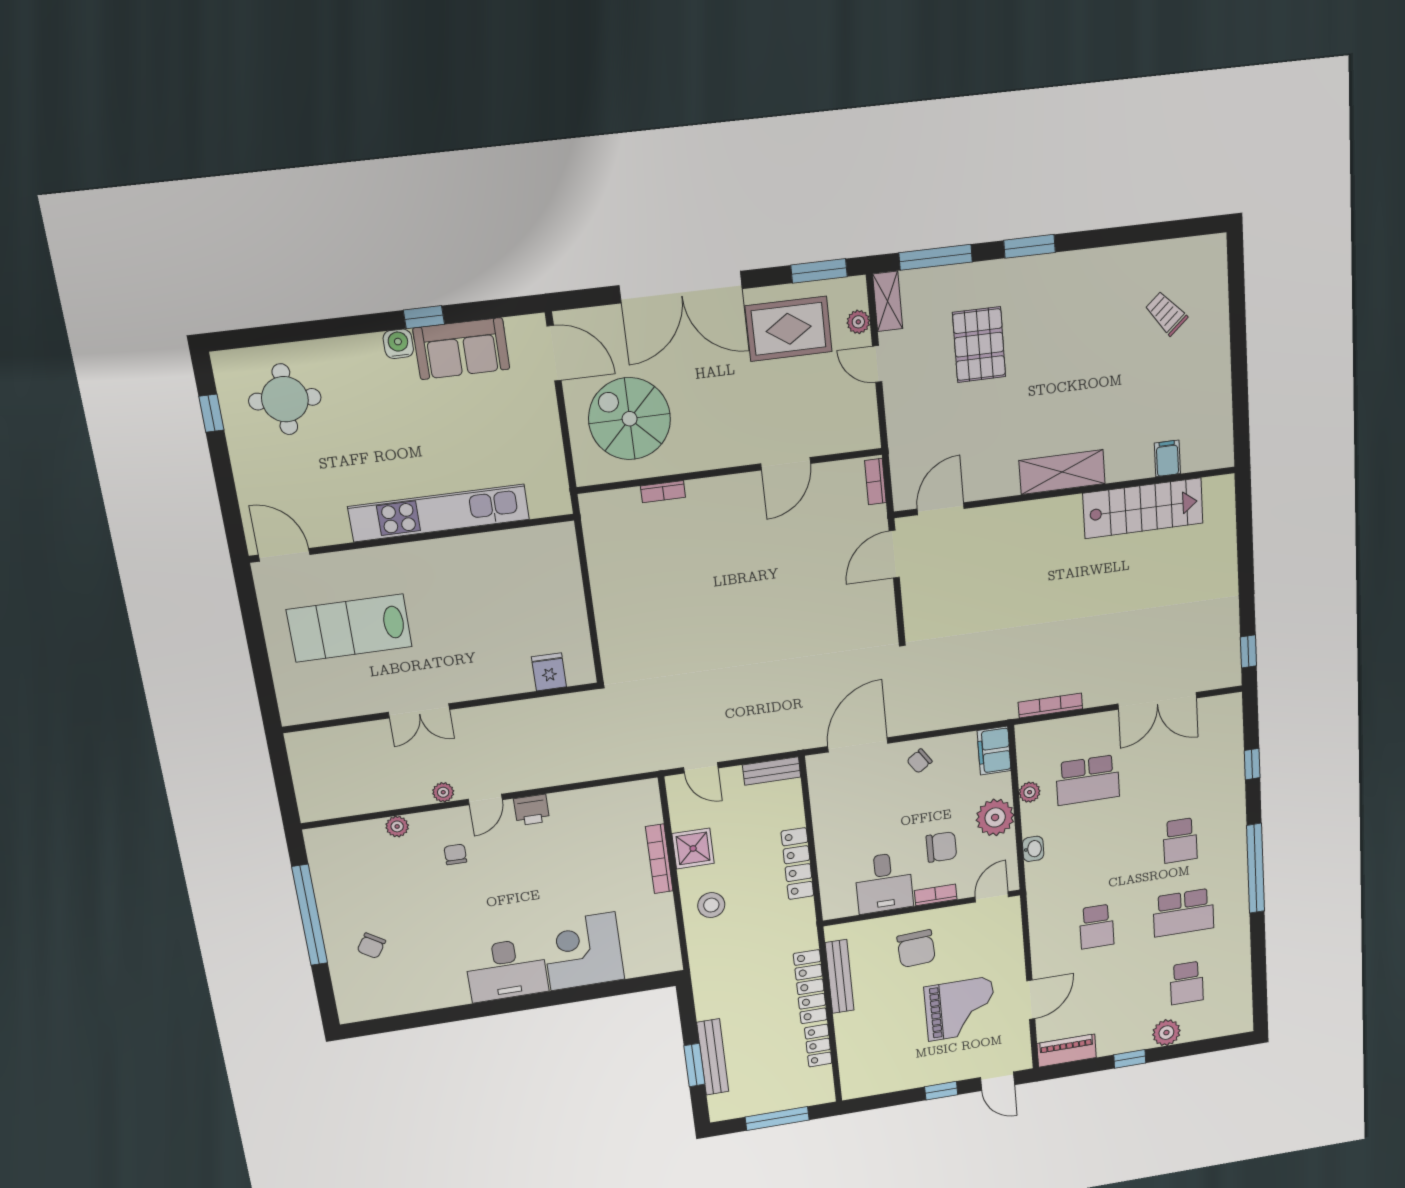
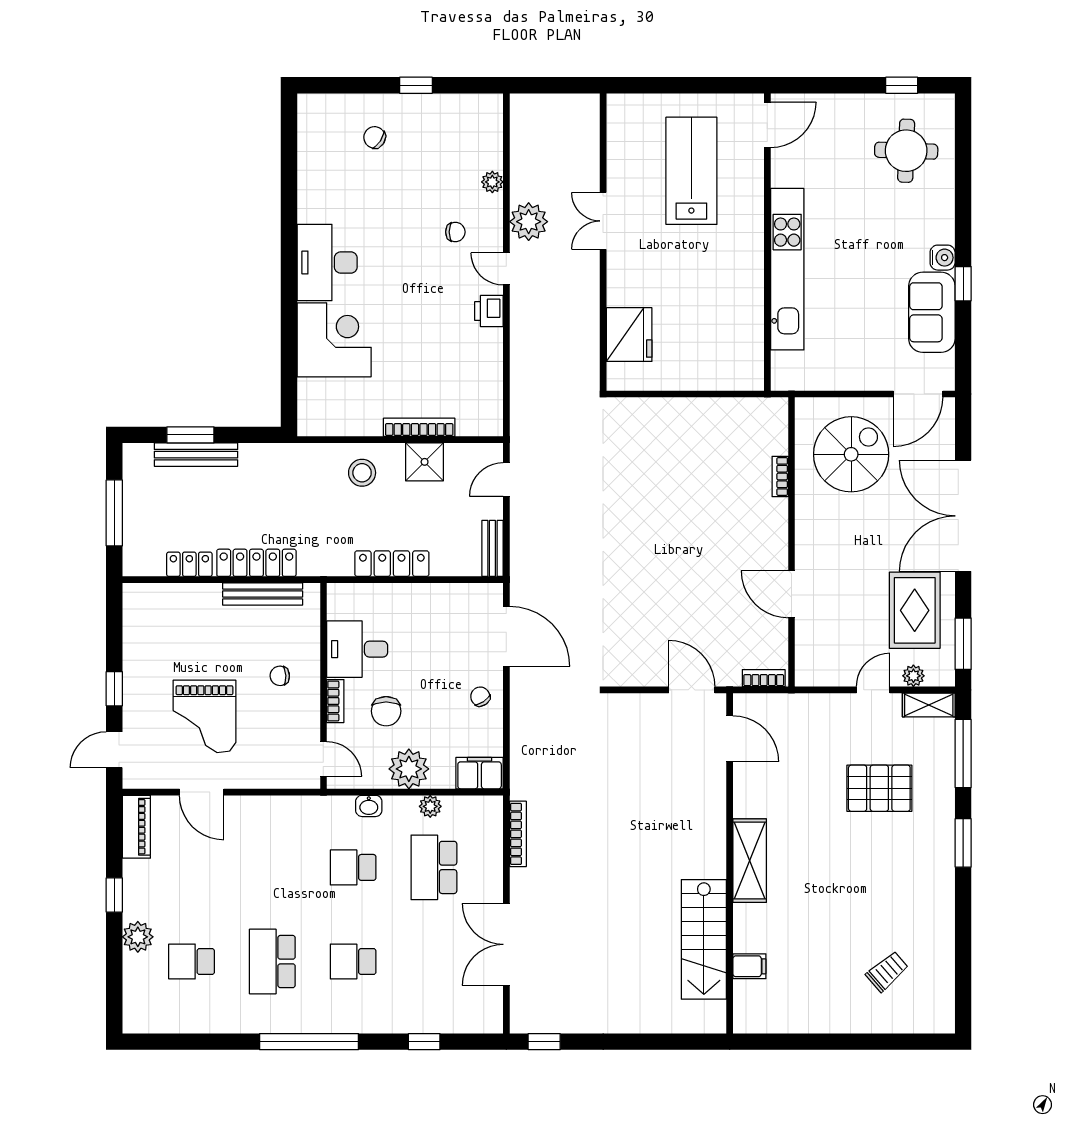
fridge: (549, 672) -> (629, 335), width x1.88, depth x1.34
plant: (443, 792) -> (529, 222), width x1.88, depth x1.88
window: (310, 915) -> (416, 85), width x0.32
school desk: (1097, 926) -> (353, 867), moved
chair: (916, 949) -> (280, 676), width x0.54, depth x0.54

